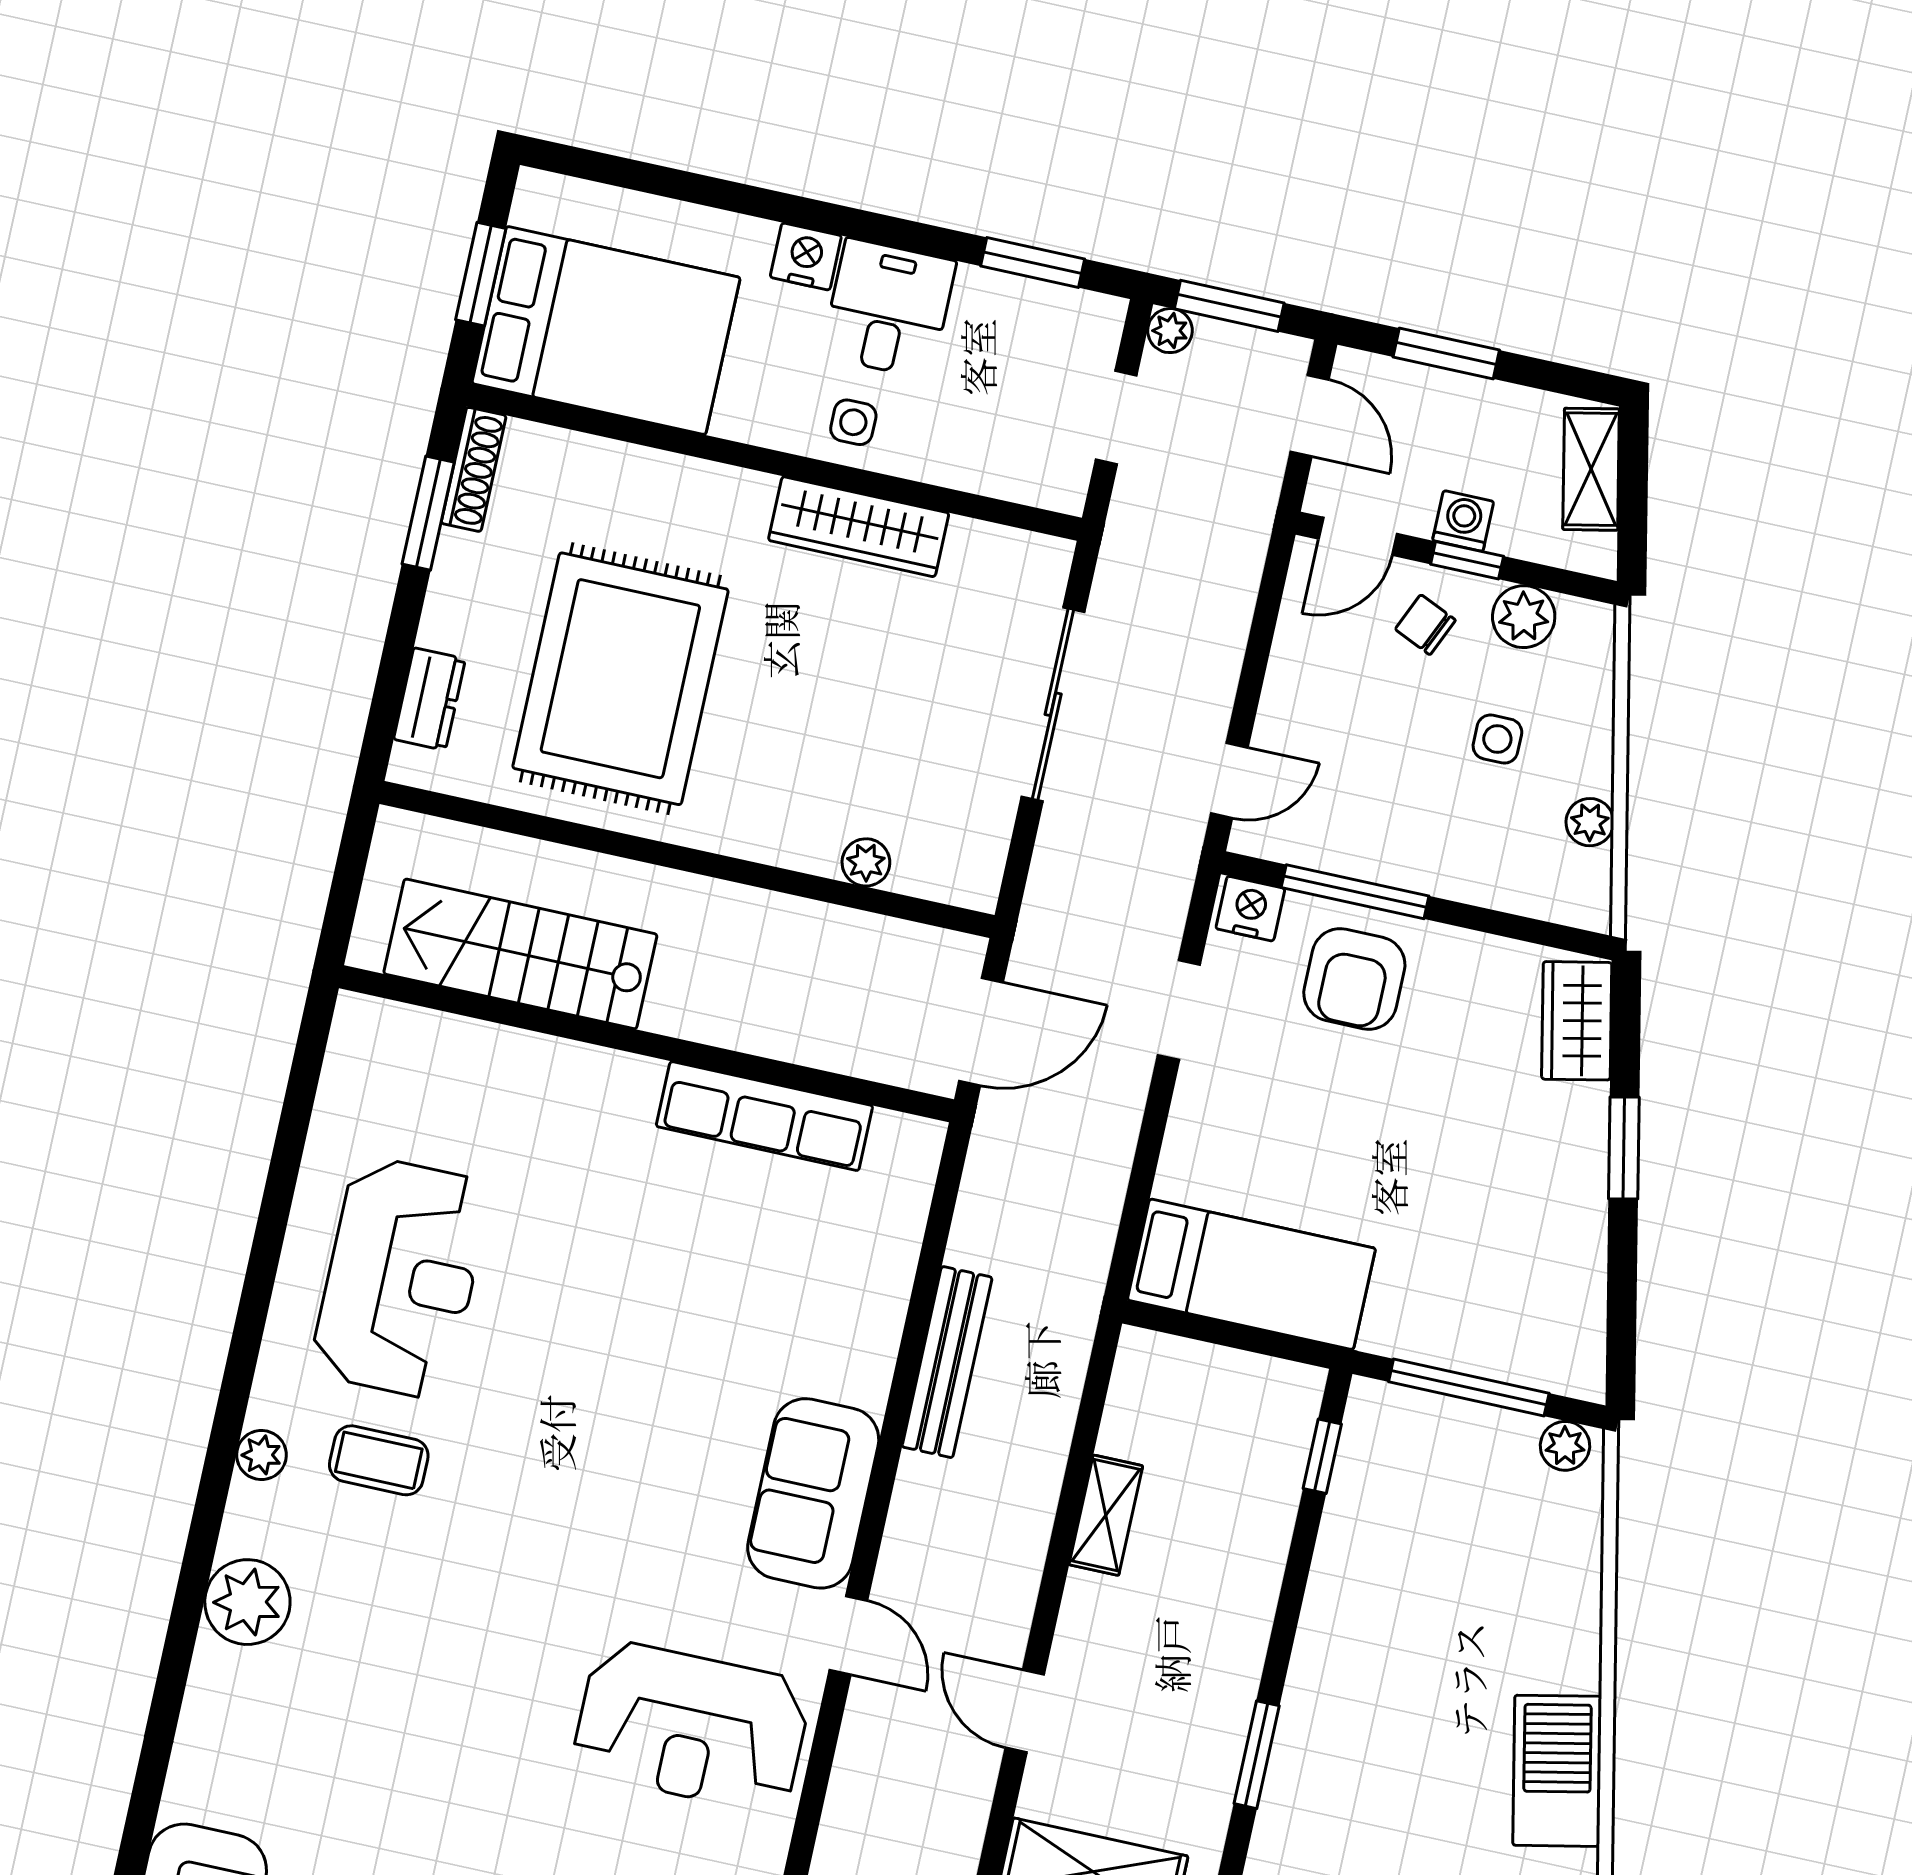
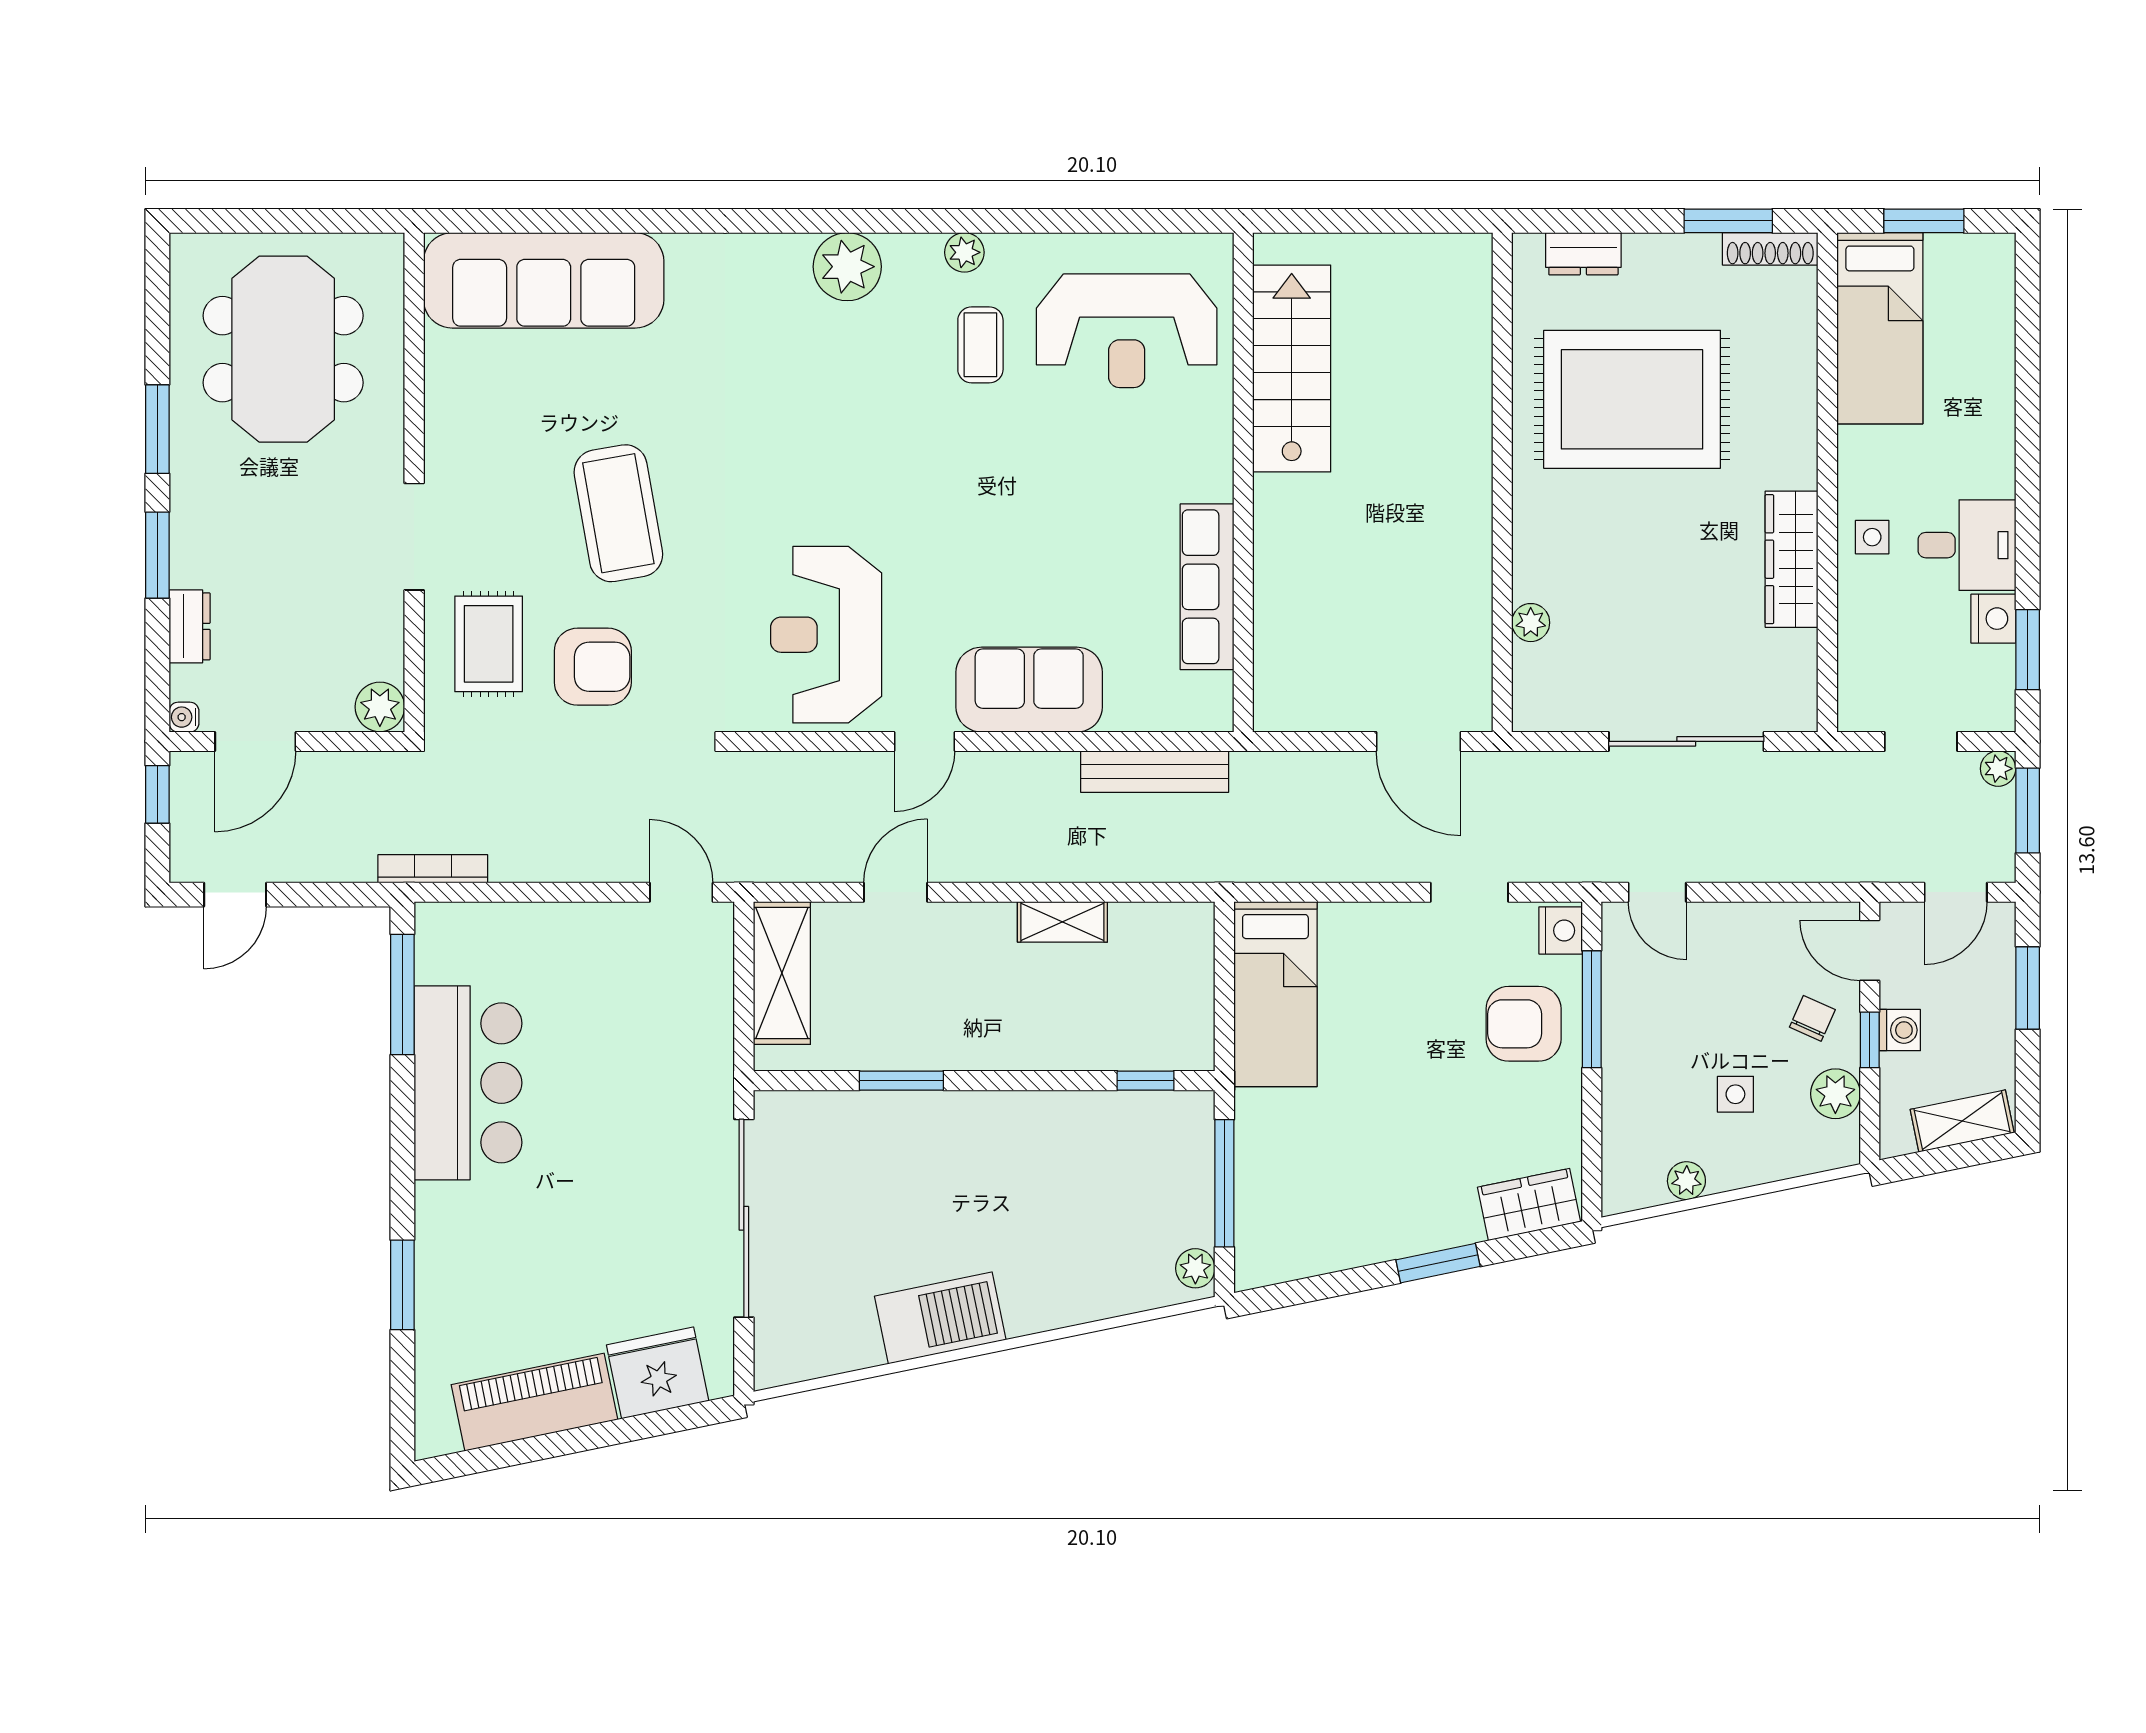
nightstand: (806, 257) -> (1993, 619), moved
bed: (606, 330) -> (1880, 328), width x0.67
stairs: (520, 954) -> (1292, 368), moved
wall: (646, 1044) -> (1243, 482), moved
row of seats: (764, 1116) -> (1207, 587), moved

